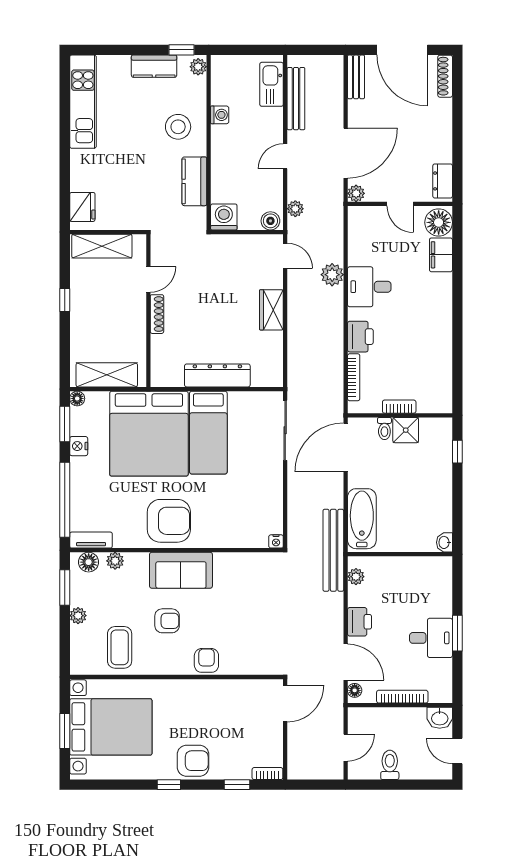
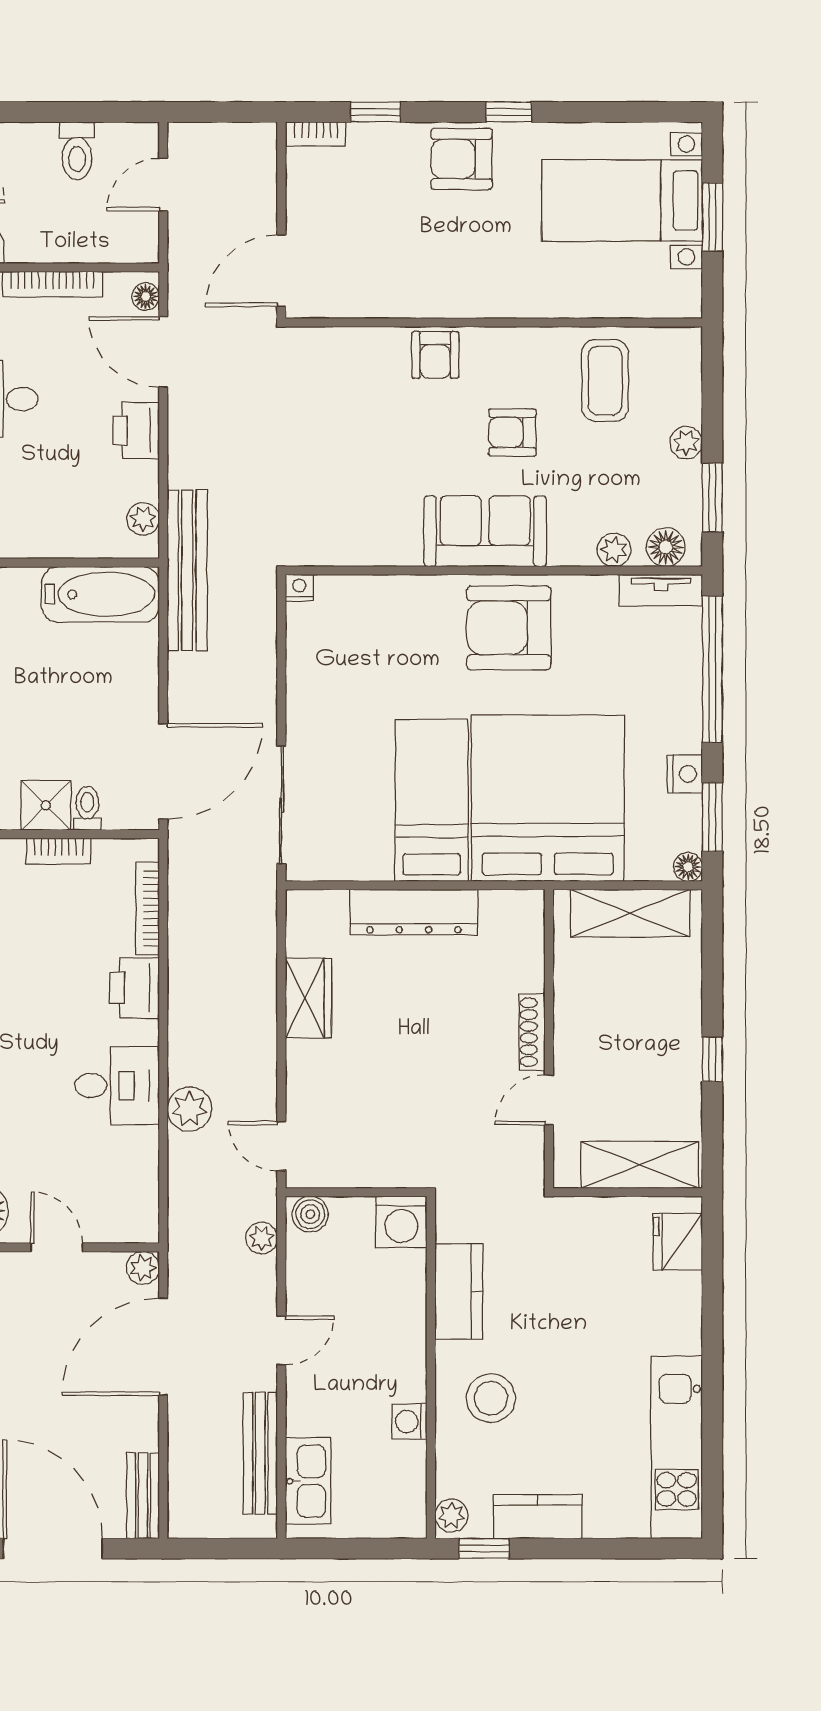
wardrobe: (271, 310) -> (308, 998), moved
bathtub: (362, 519) -> (100, 594), moved, turned -90
bed with nightstands: (111, 727) -> (622, 200), width x0.73

